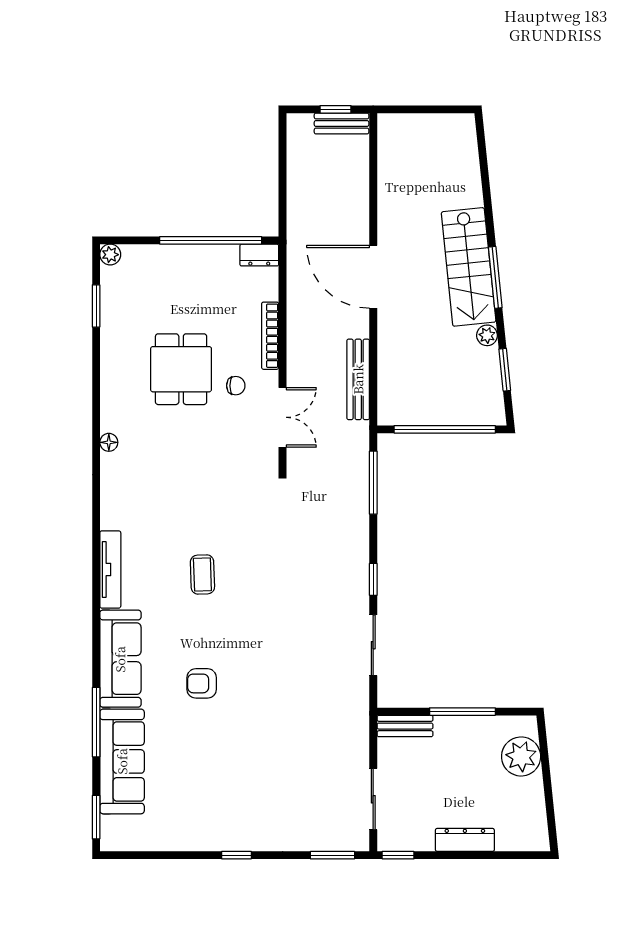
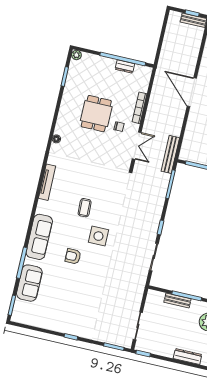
dresser: (259, 255) -> (125, 66), moved
bench: (358, 379) -> (170, 154), moved
tv unit: (110, 569) -> (47, 182), moved
side table: (246, 628) -> (98, 236), added
bench: (405, 726) -> (177, 301), moved
sofa: (122, 761) -> (29, 283), width x0.73
dresser: (465, 840) -> (187, 356), moved

